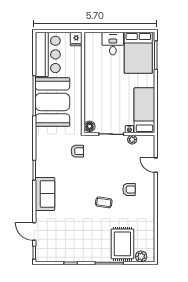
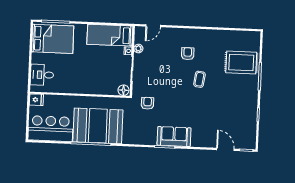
desk: (113, 44) -> (42, 75), moved
door: (156, 165) -> (153, 26), moved
sofa: (45, 194) -> (174, 137), moved
door: (34, 232) -> (225, 149), swing flipped
plant: (141, 256) -> (254, 45), removed

